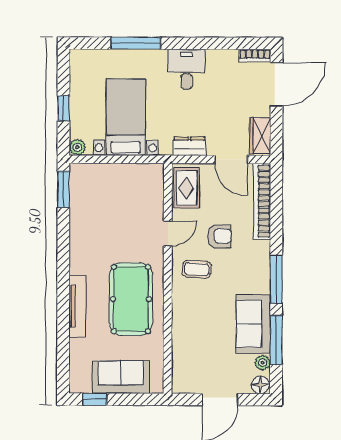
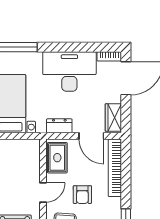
desk: (186, 69) -> (69, 71), width x1.87, depth x1.30
armchair: (219, 236) -> (82, 195), turned 90

